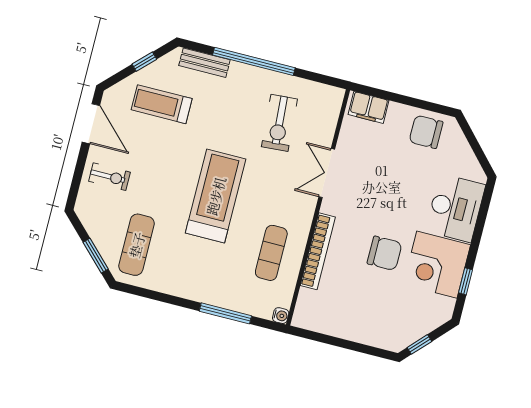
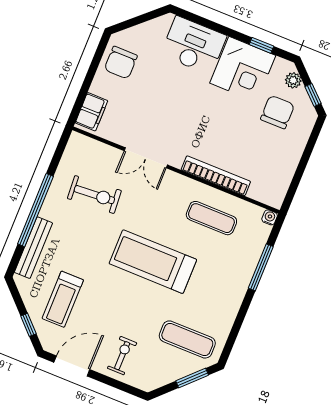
window: (144, 62) -> (28, 325), moved
bench: (204, 63) -> (33, 248), width x1.36
chair: (385, 253) -> (278, 112), moved
plant: (432, 321) -> (293, 80), added

